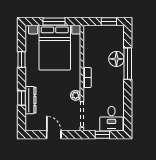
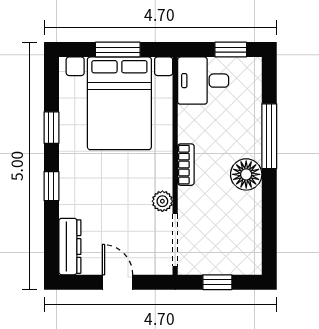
floor lamp: (116, 59) -> (246, 174), moved
window: (22, 98) -> (51, 186), moved
dresser: (31, 100) -> (70, 247), moved
desk: (111, 119) -> (203, 81), moved, turned 90

